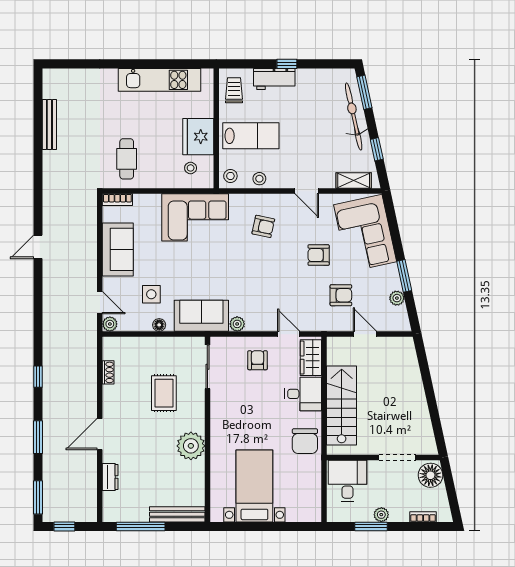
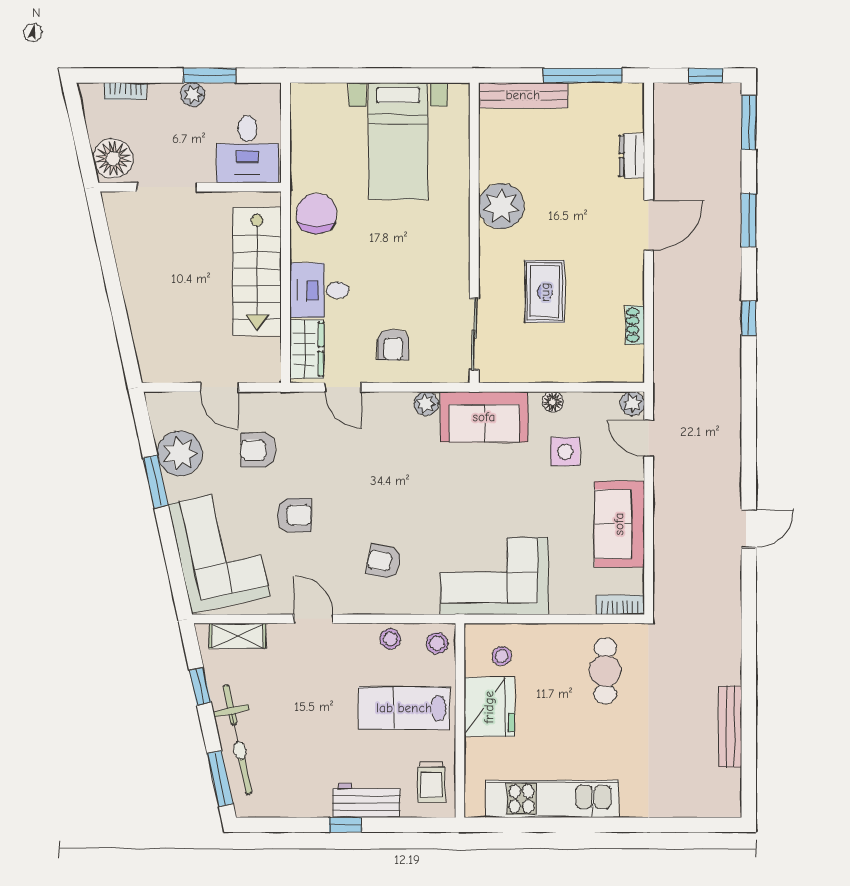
plant: (397, 298) -> (180, 453), width x1.87, depth x1.87

